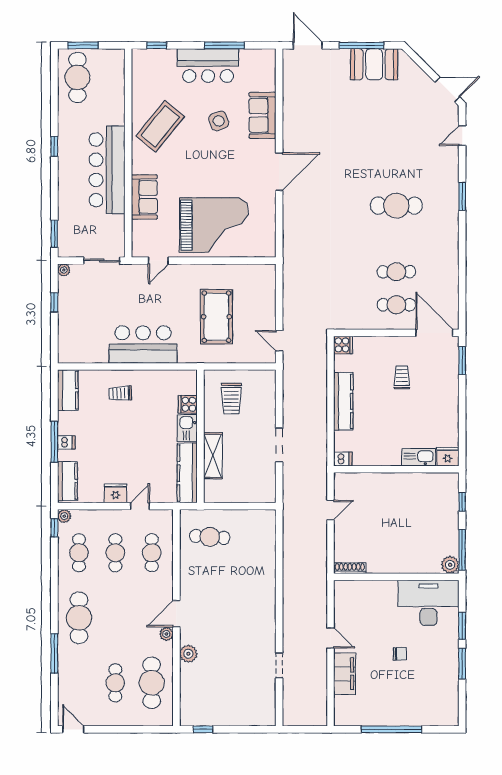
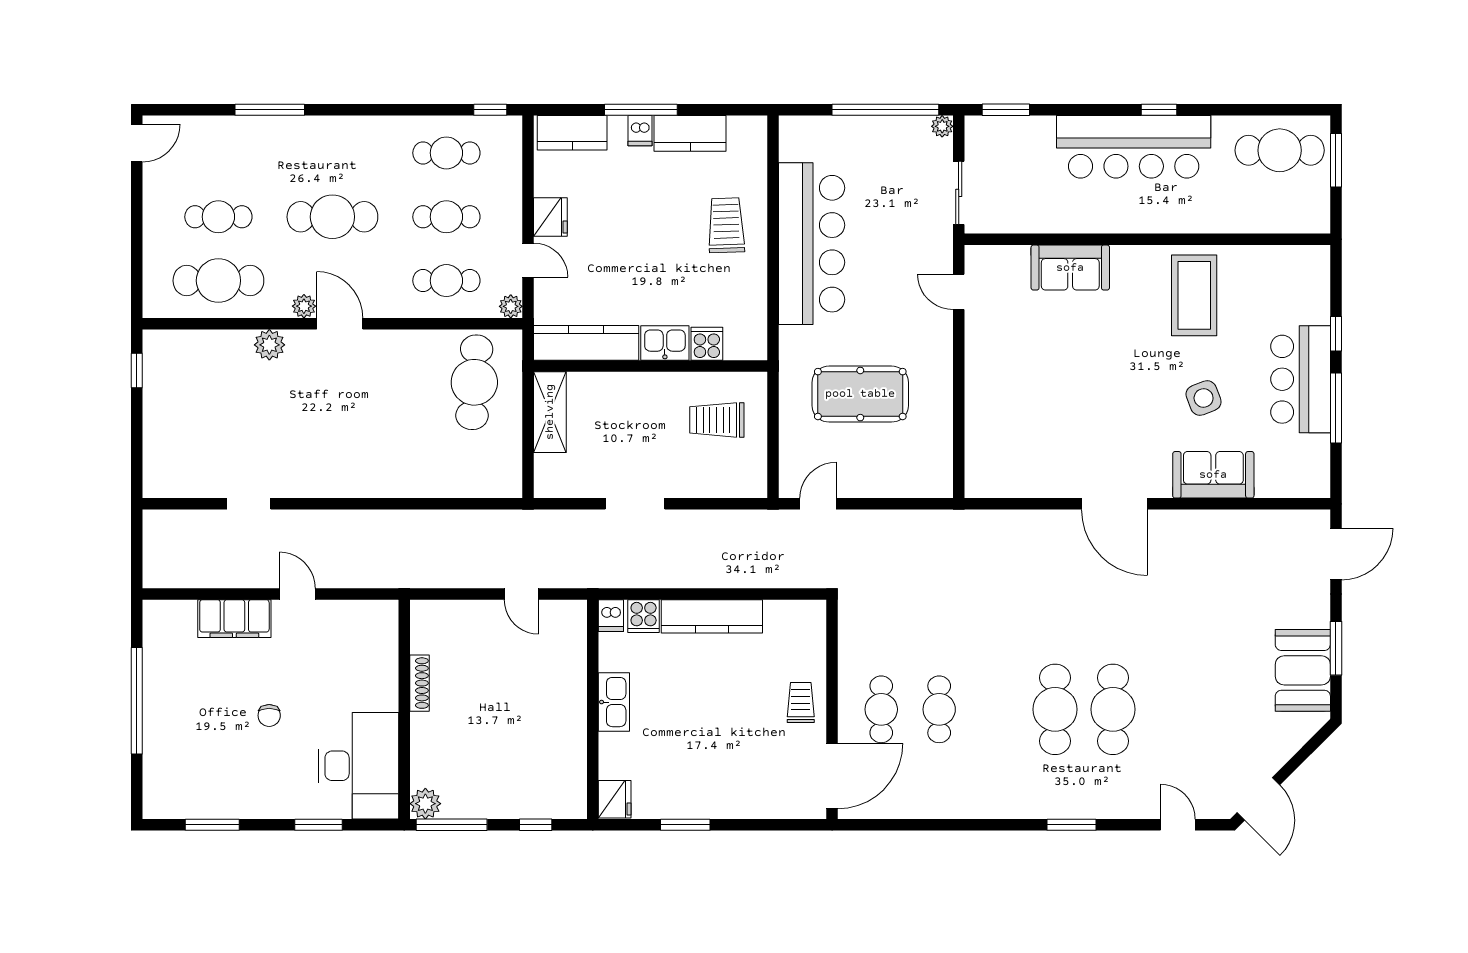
window: (157, 45) -> (1336, 334), moved
window: (361, 45) -> (1336, 648), width x0.69
coffee table: (160, 126) -> (1194, 295), turned 51
bar counter: (107, 170) -> (1134, 147), moved, turned 180
cafe table: (396, 173) -> (1113, 709), added
grand piano: (214, 225) -> (1021, 389), removed
window: (54, 302) -> (885, 110), width x3.17
bar counter: (143, 344) -> (812, 244), width x1.36
cooker: (343, 345) -> (644, 616), moved
window: (462, 361) -> (685, 825), moved
trolley: (402, 377) -> (801, 702), moved, turned -90
kitchen counter: (68, 390) -> (690, 133), moved
trolley: (120, 393) -> (726, 225), width x1.36, depth x1.39
shelving: (213, 456) -> (550, 412), moved, turned 90
kitchen sink: (419, 457) -> (614, 702), moved
plant: (64, 516) -> (511, 306), moved
cafe table: (210, 537) -> (474, 382), width x1.37, depth x1.35
shoe rack: (350, 568) -> (419, 683), moved
cafe table: (79, 618) -> (332, 217), moved
door: (330, 638) -> (297, 594), swing flipped
window: (462, 664) -> (212, 825), moved

